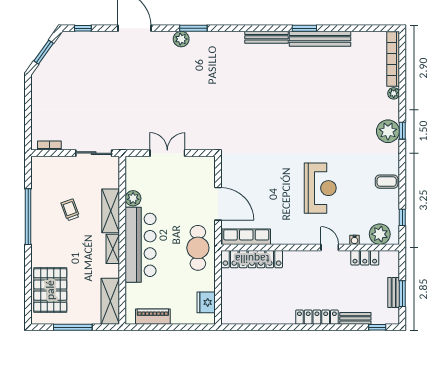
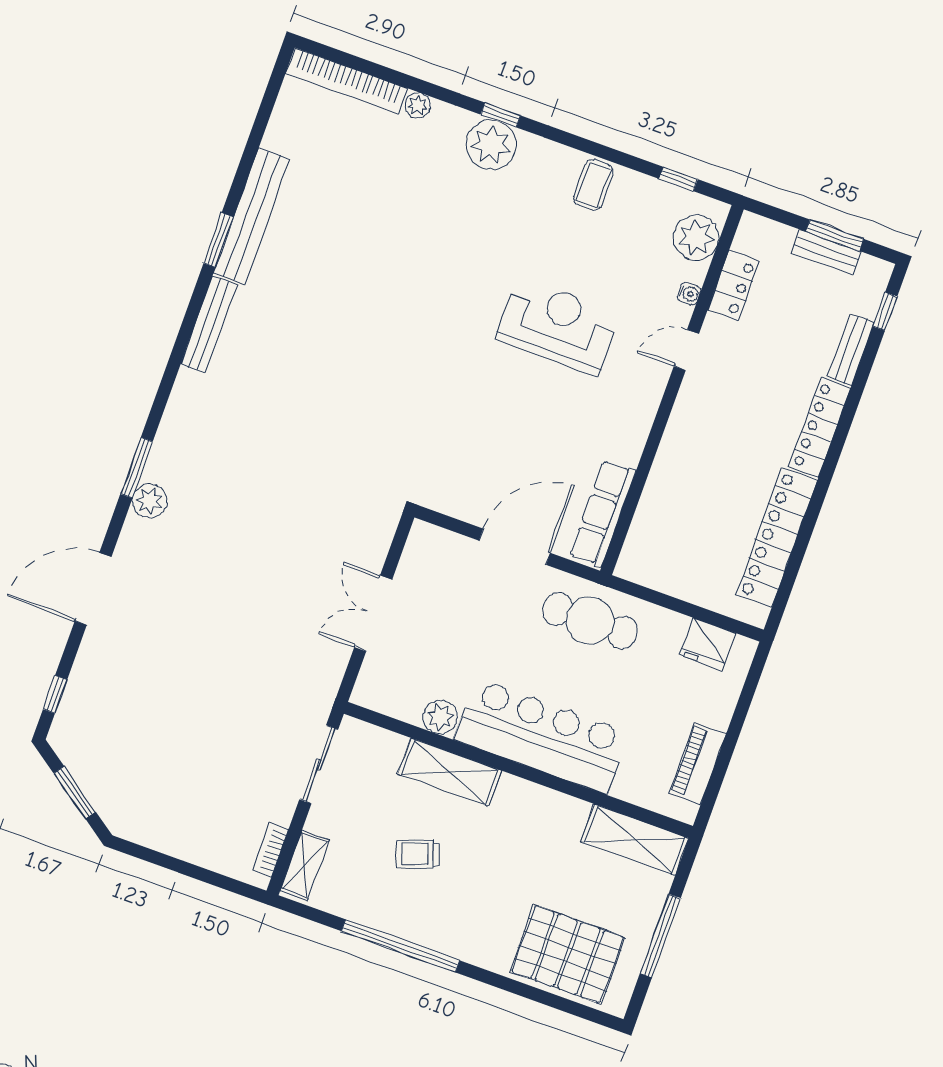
shelving: (113, 249) -> (305, 865), moved, turned 90
locker: (252, 259) -> (777, 537), moved, turned 180

